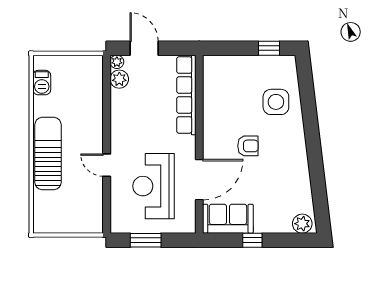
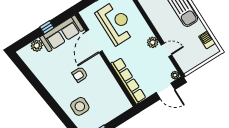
plant: (119, 79) -> (153, 42), moved
door: (107, 165) -> (166, 50), moved
sofa: (228, 219) -> (62, 33), width x1.36
plant: (302, 224) -> (37, 46), moved

